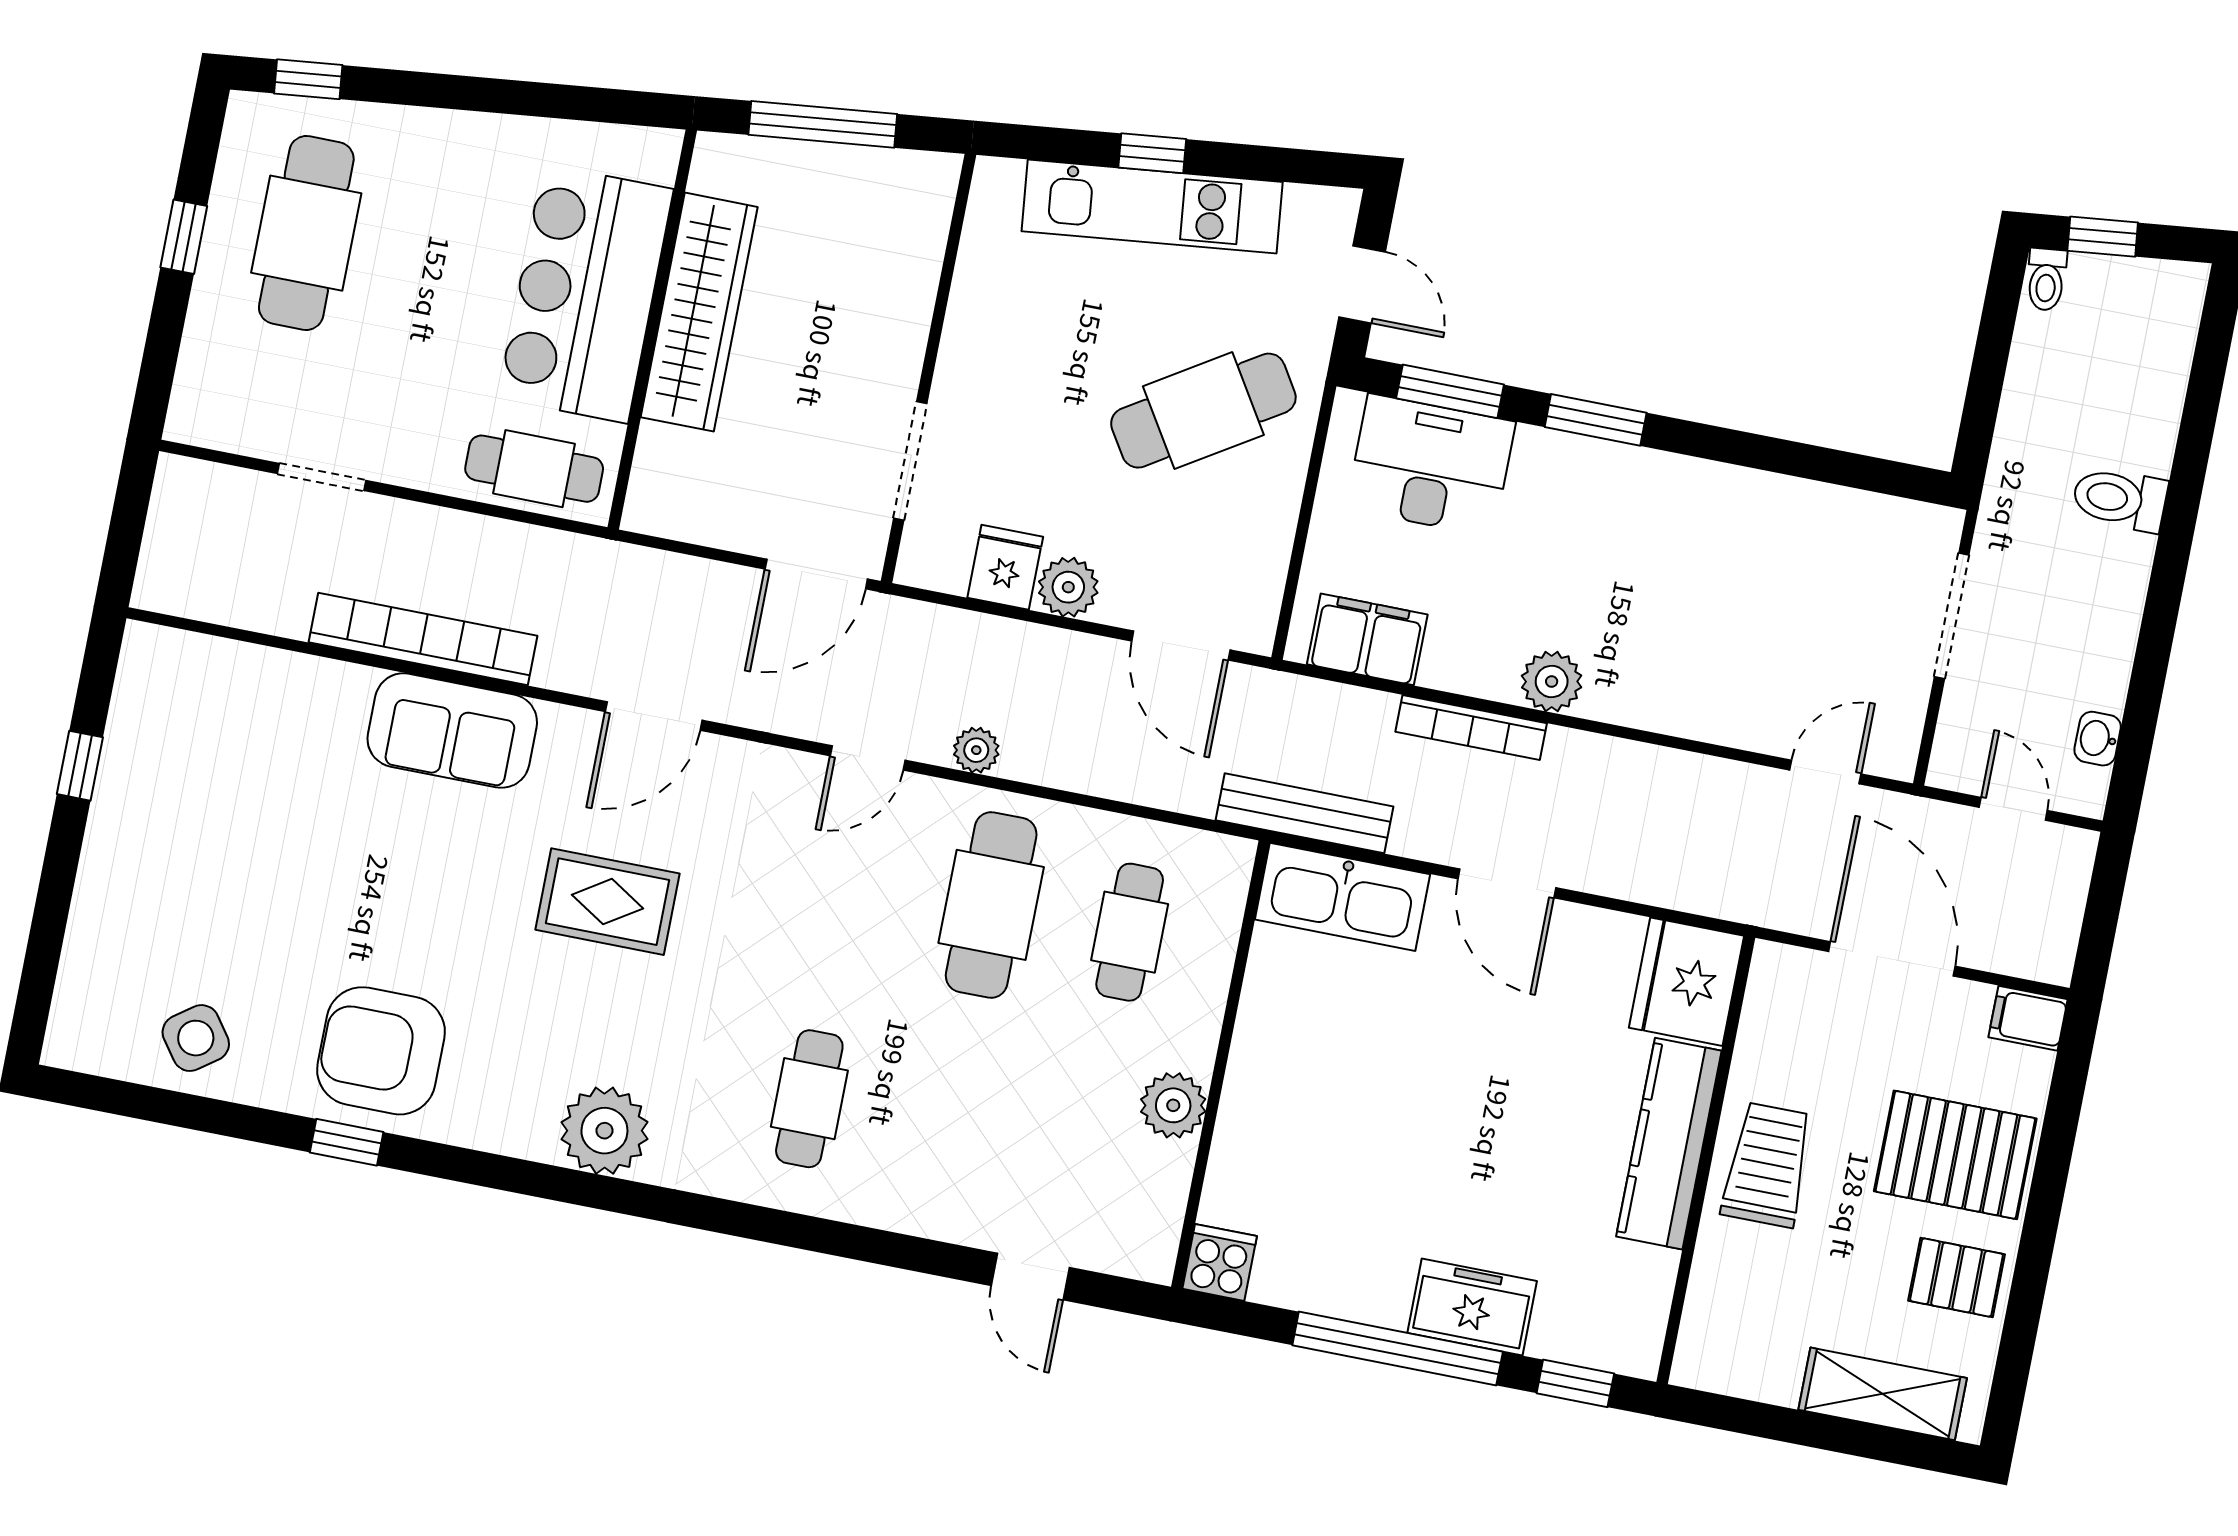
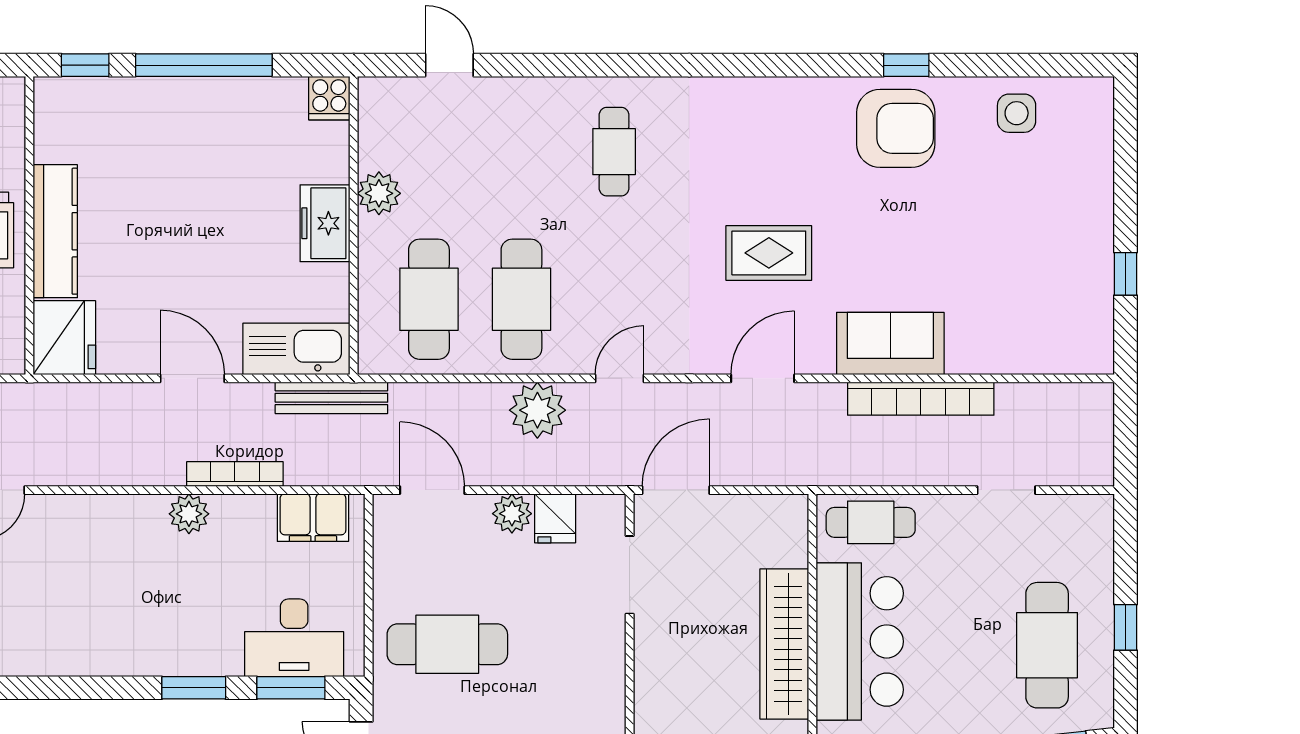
cafe table: (1203, 411) -> (447, 644), turned 32
plant: (976, 750) -> (537, 410), width x1.88, depth x1.88
cafe table: (1130, 932) -> (429, 299), width x1.37, depth x1.35
side table: (196, 1038) -> (1017, 113), turned 36
plant: (604, 1131) -> (742, 105), removed
freezer: (1472, 1307) -> (325, 223), moved, turned 90

